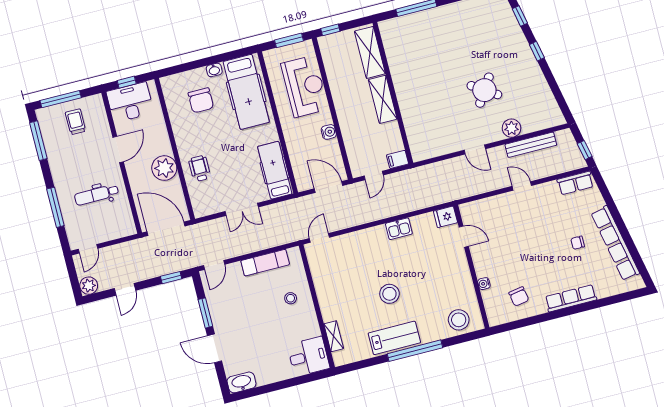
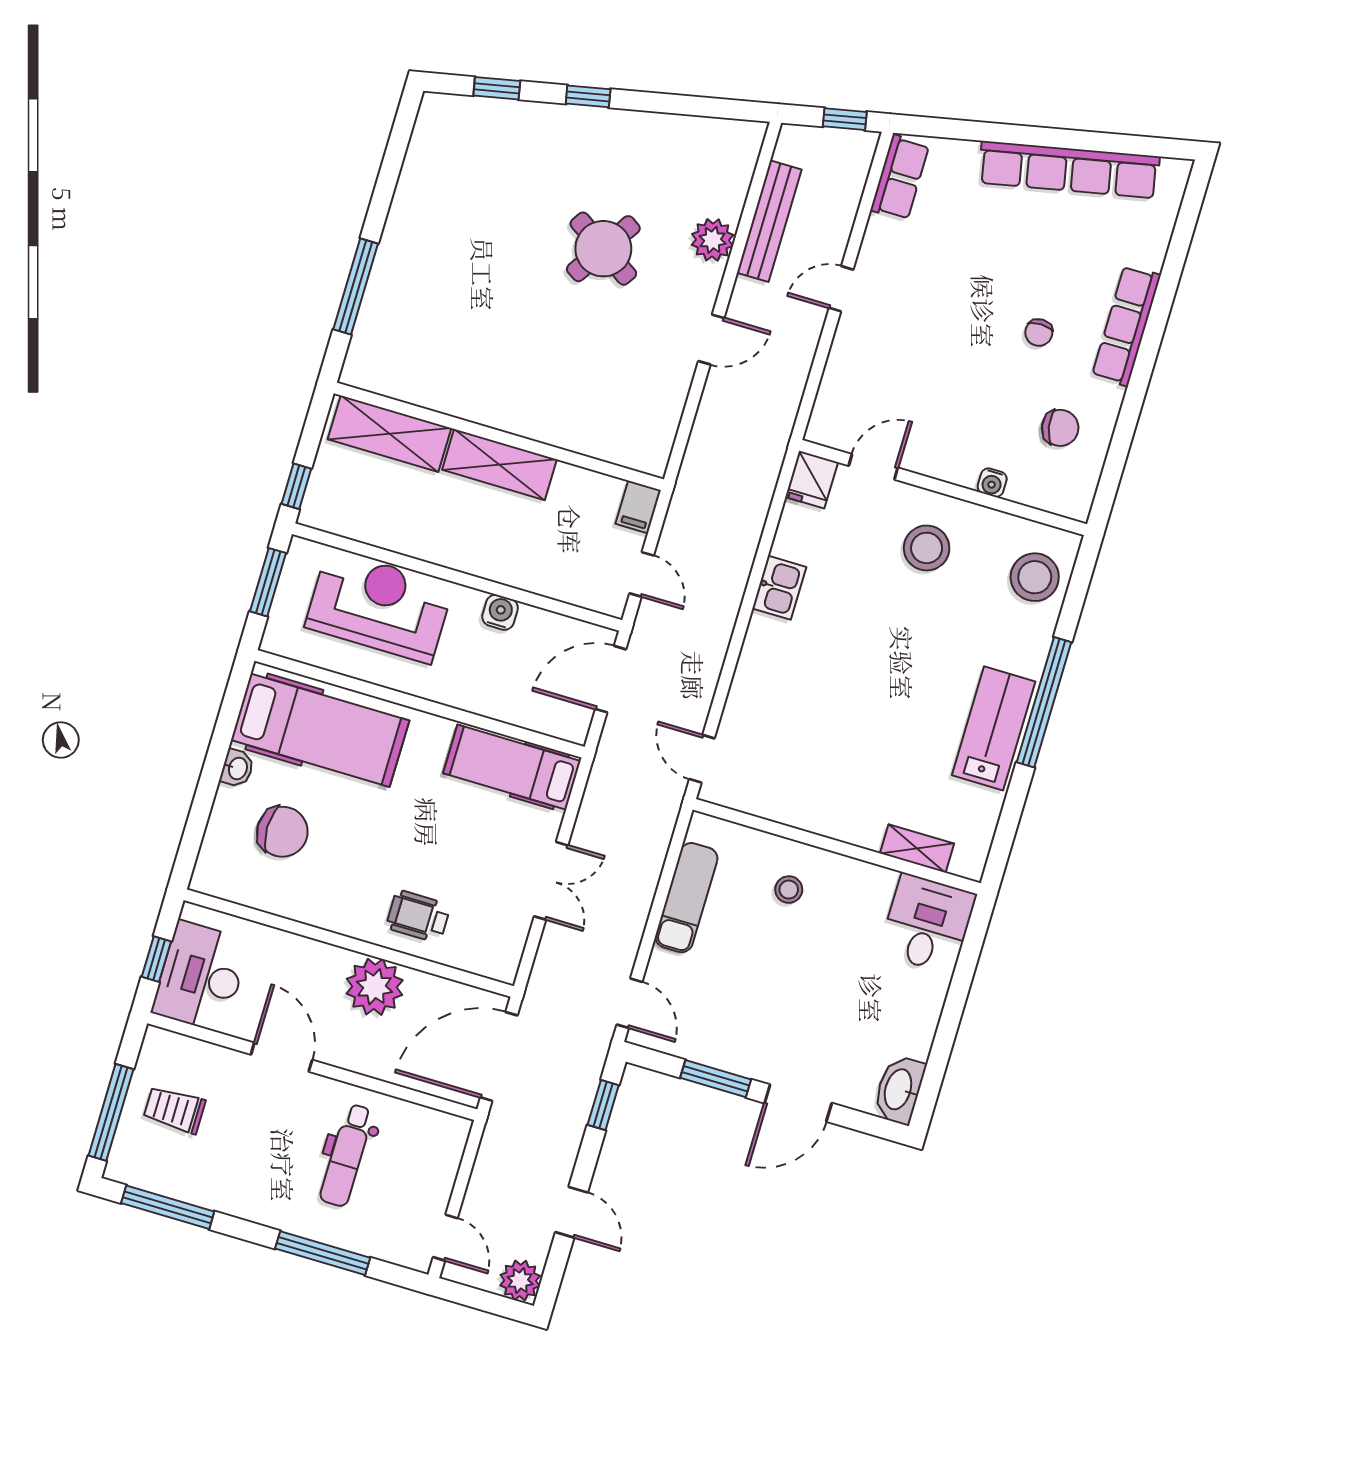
chair: (578, 243) -> (1039, 333), moved
stool: (389, 294) -> (927, 548), moved

